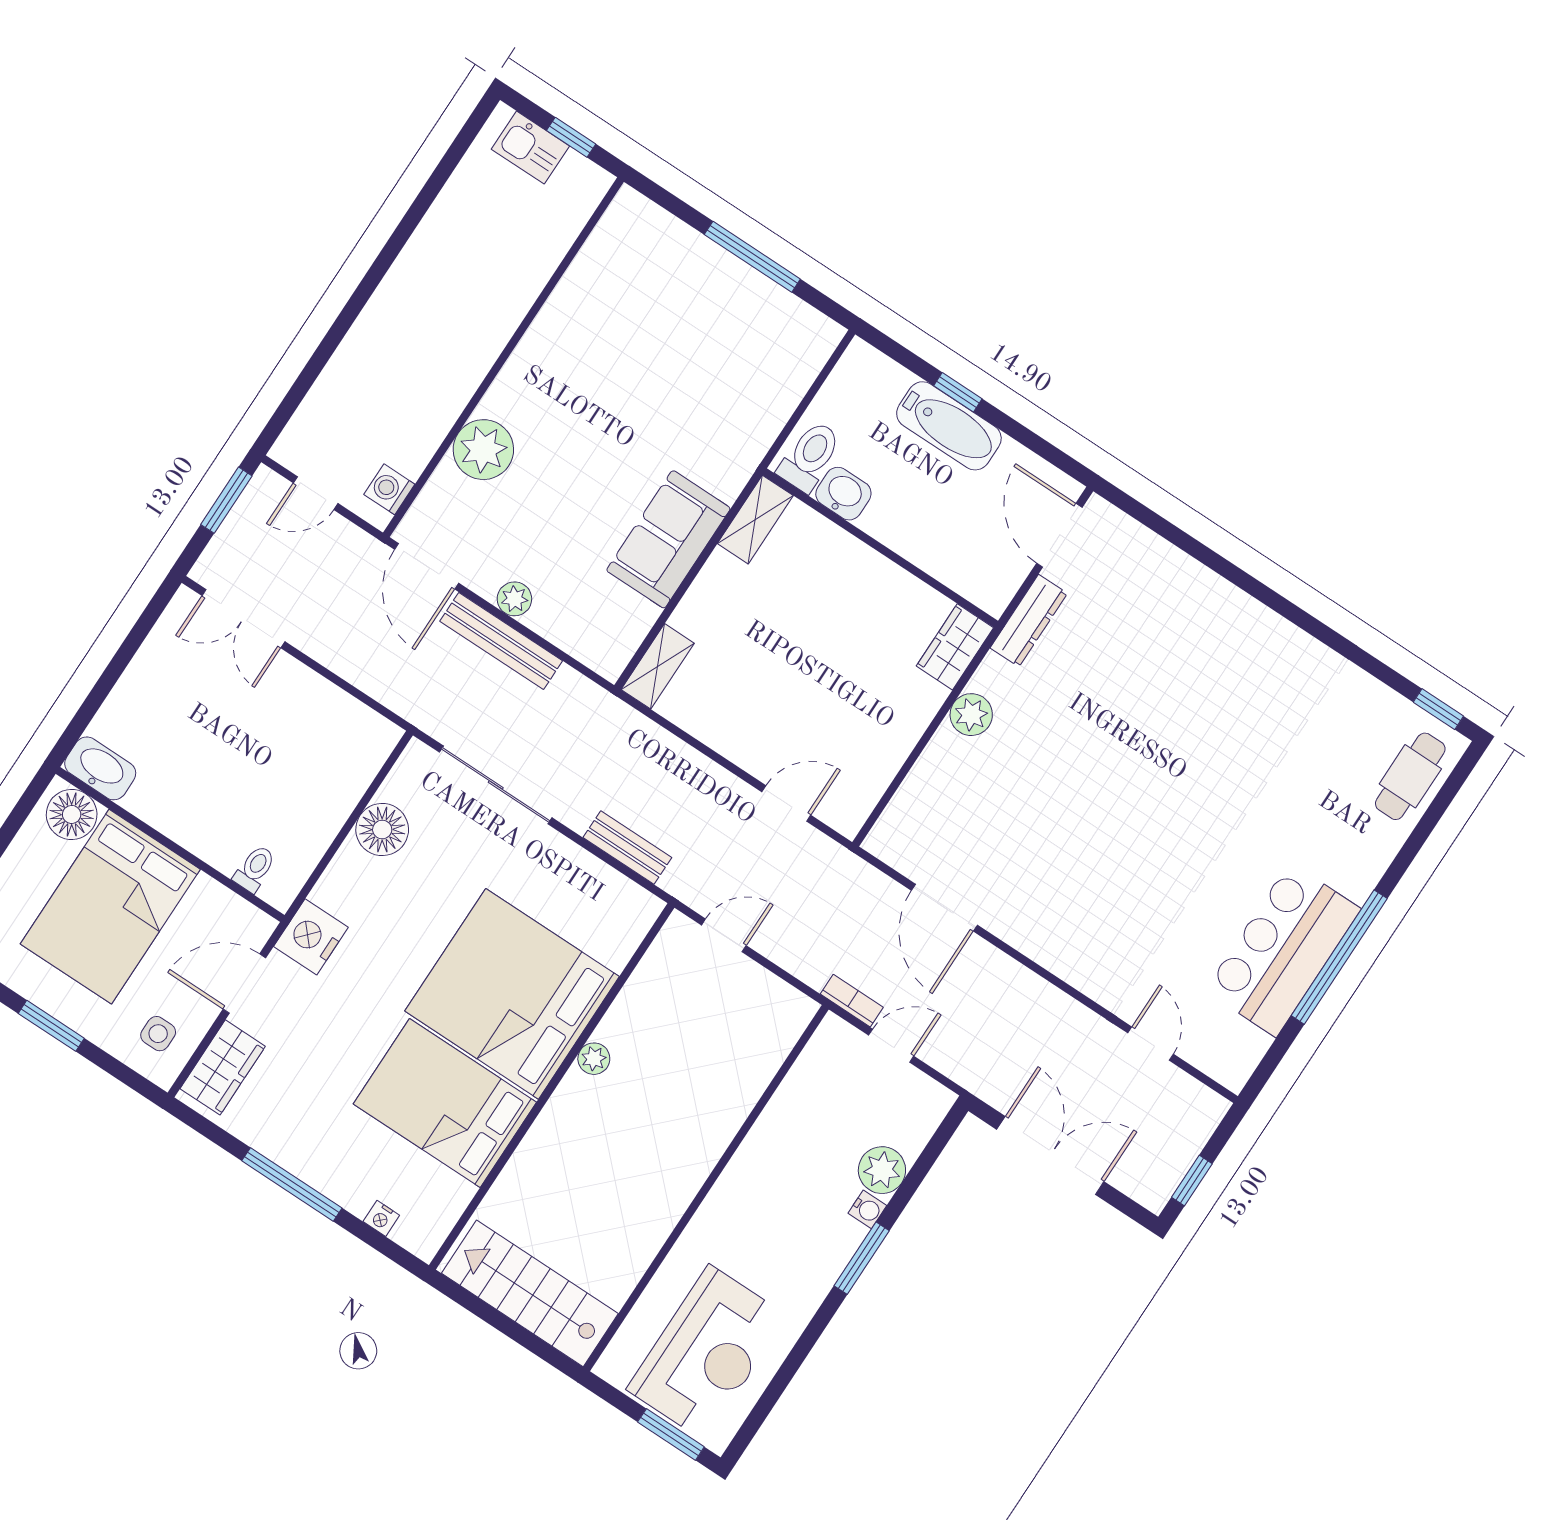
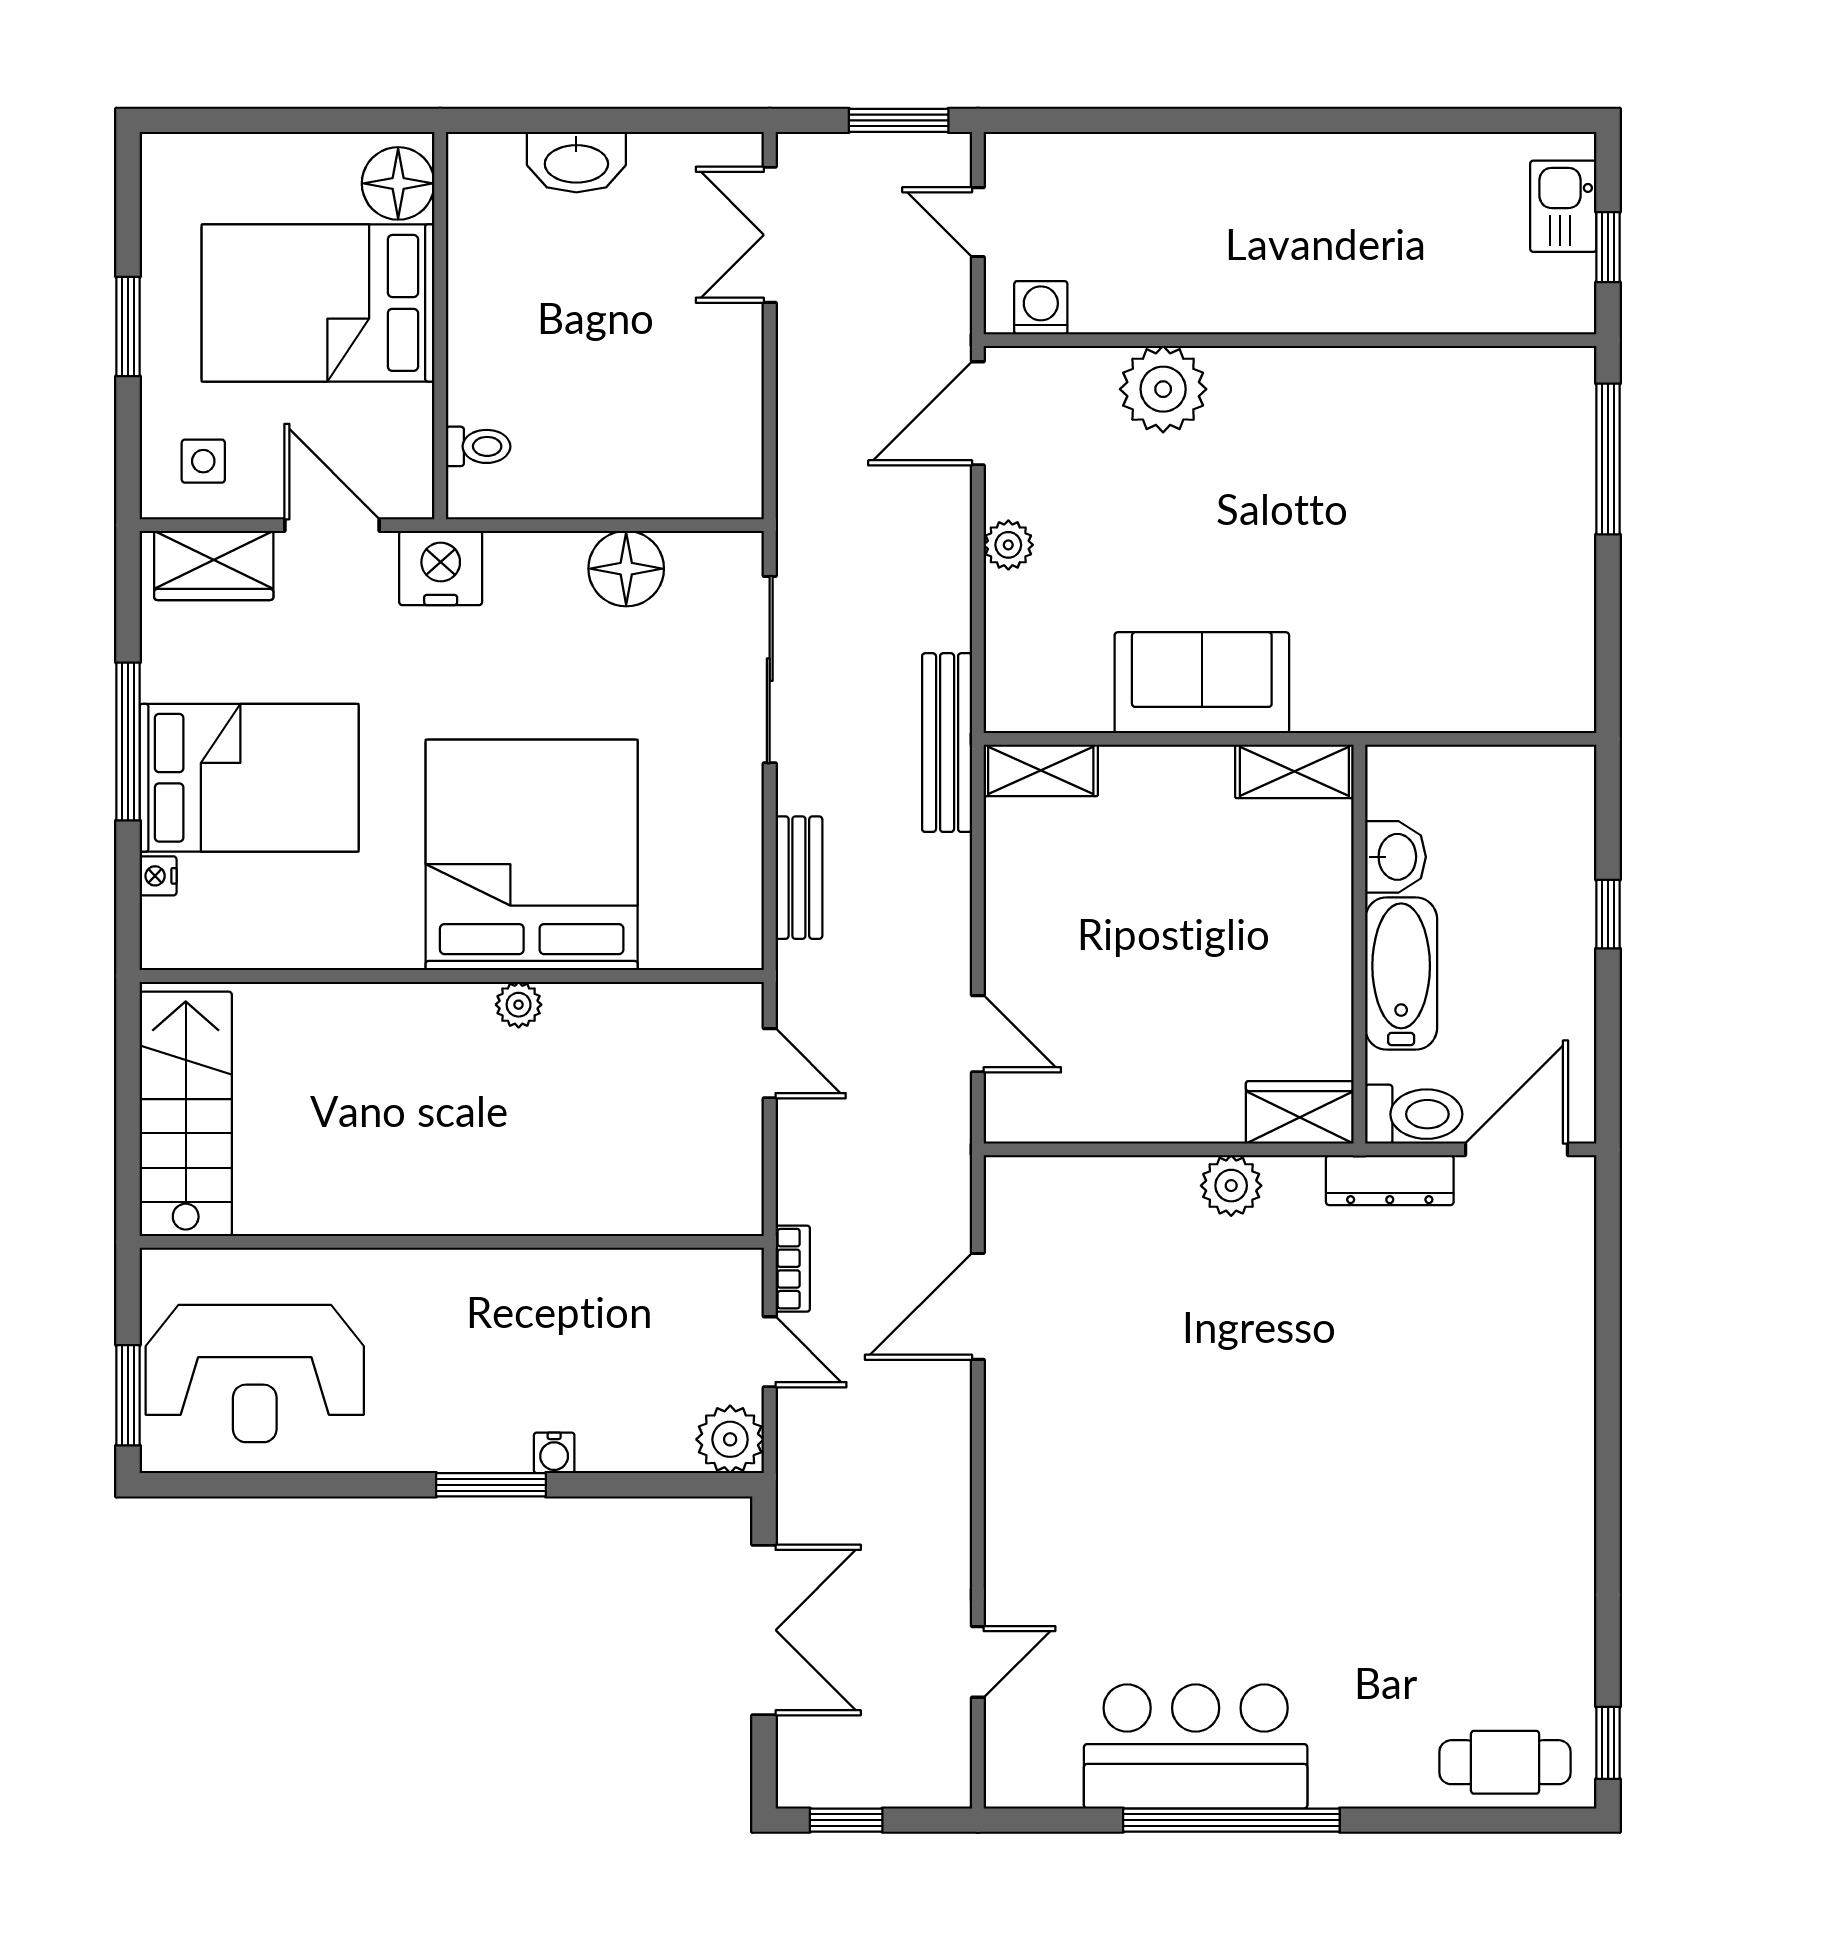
window: (752, 257) -> (1608, 459), moved
bathtub: (949, 426) -> (1401, 973), moved, turned 180
toilet: (810, 456) -> (1414, 1114), moved
bench: (501, 641) -> (947, 743), moved
washbasin: (100, 768) -> (576, 162), moved, turned 90
bed: (445, 1103) -> (249, 778), moved, turned 90
plant: (882, 1170) -> (730, 1439), moved

